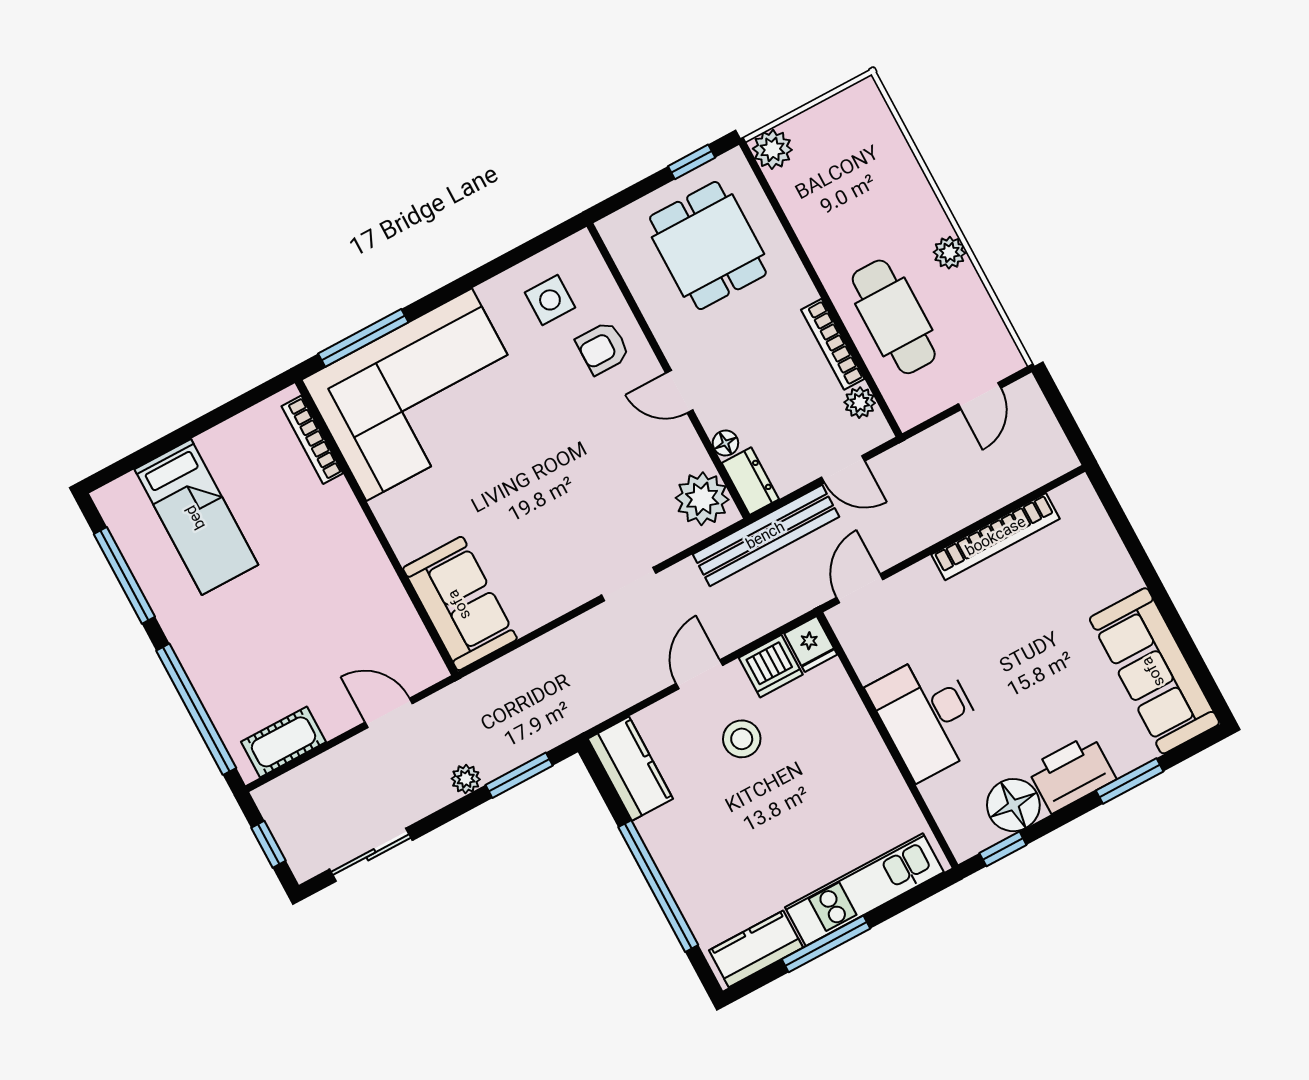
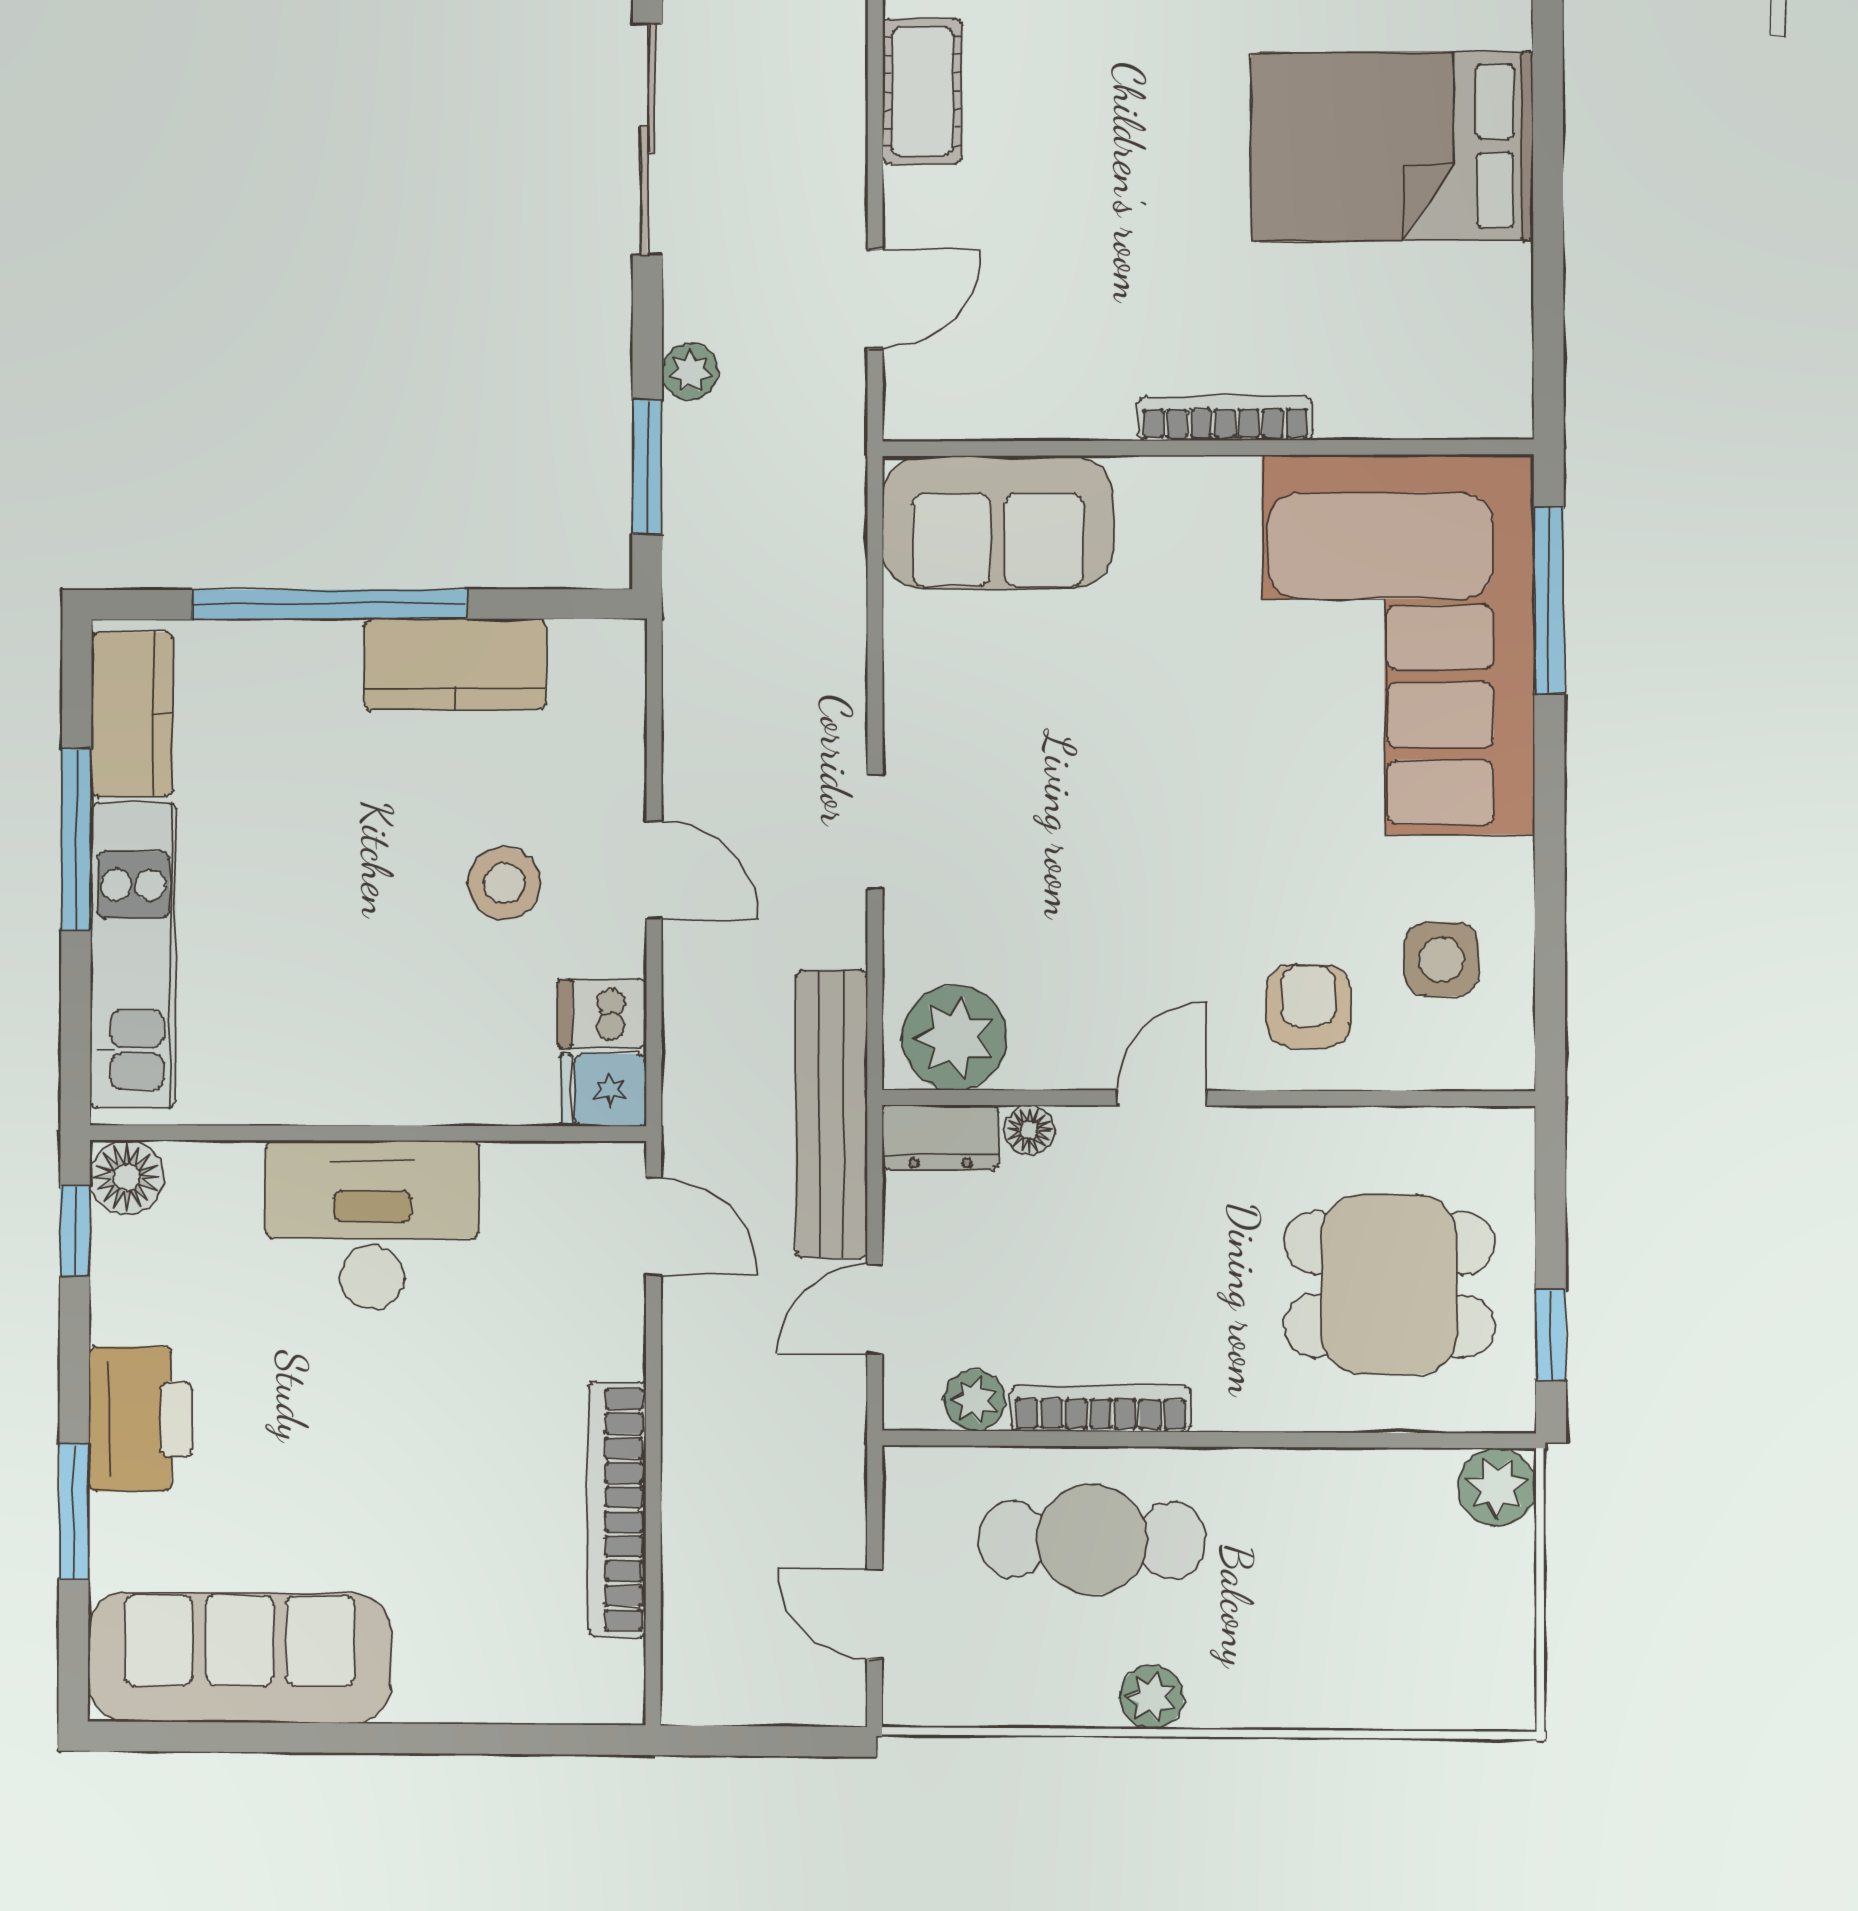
bookcase: (312, 440) -> (1225, 418), moved
bed: (196, 517) -> (1392, 146), width x1.50
dishwasher: (771, 666) -> (602, 1014), width x0.73
kitchen counter: (630, 769) -> (455, 664), moved
floor lamp: (1013, 805) -> (127, 1177), moved, width x0.73, depth x0.73
sliding door: (371, 855) -> (648, 139), width x1.37

